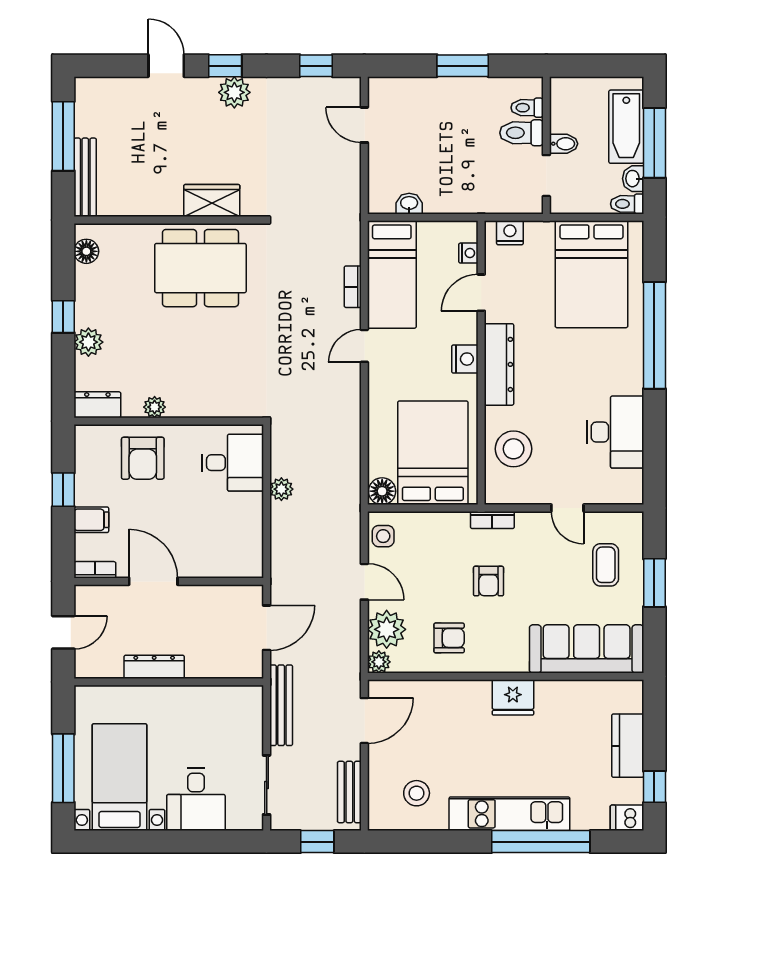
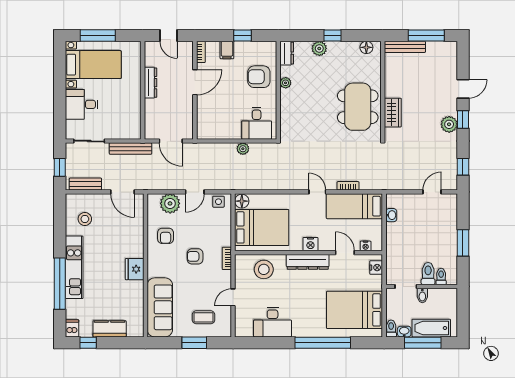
plant: (379, 662) -> (153, 199), removed

